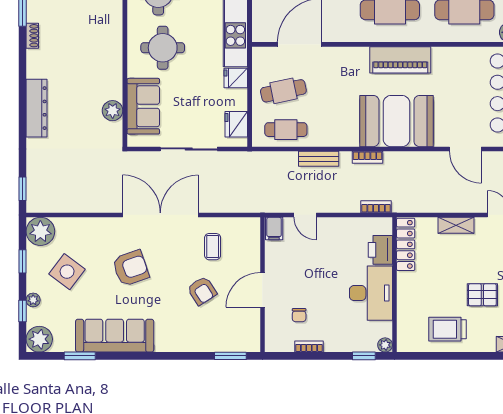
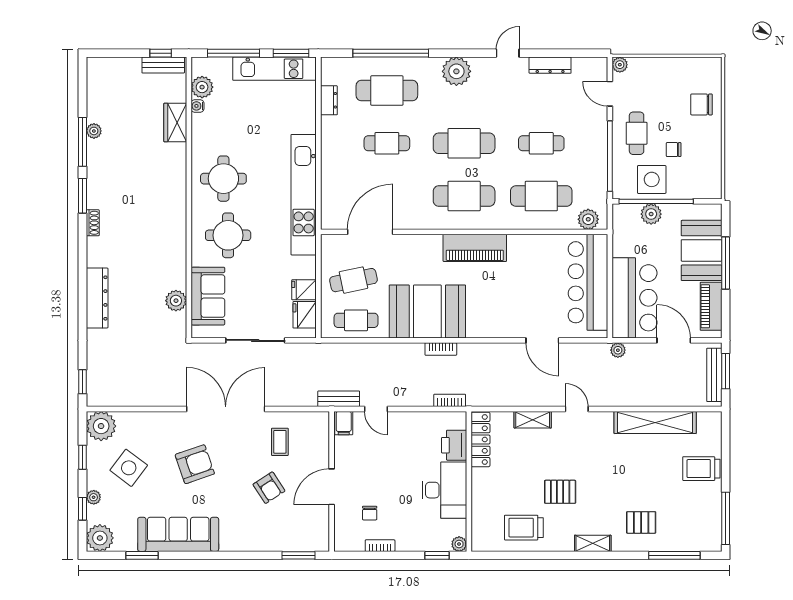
fridge: (236, 78) -> (304, 290), moved
booth: (396, 121) -> (427, 311), moved
bench: (319, 159) -> (339, 399), moved

